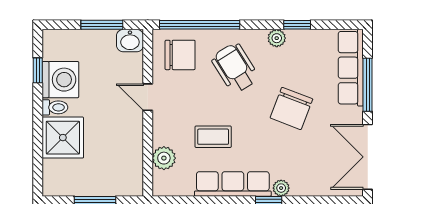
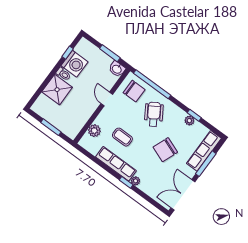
plant: (277, 38) -> (189, 121), moved

